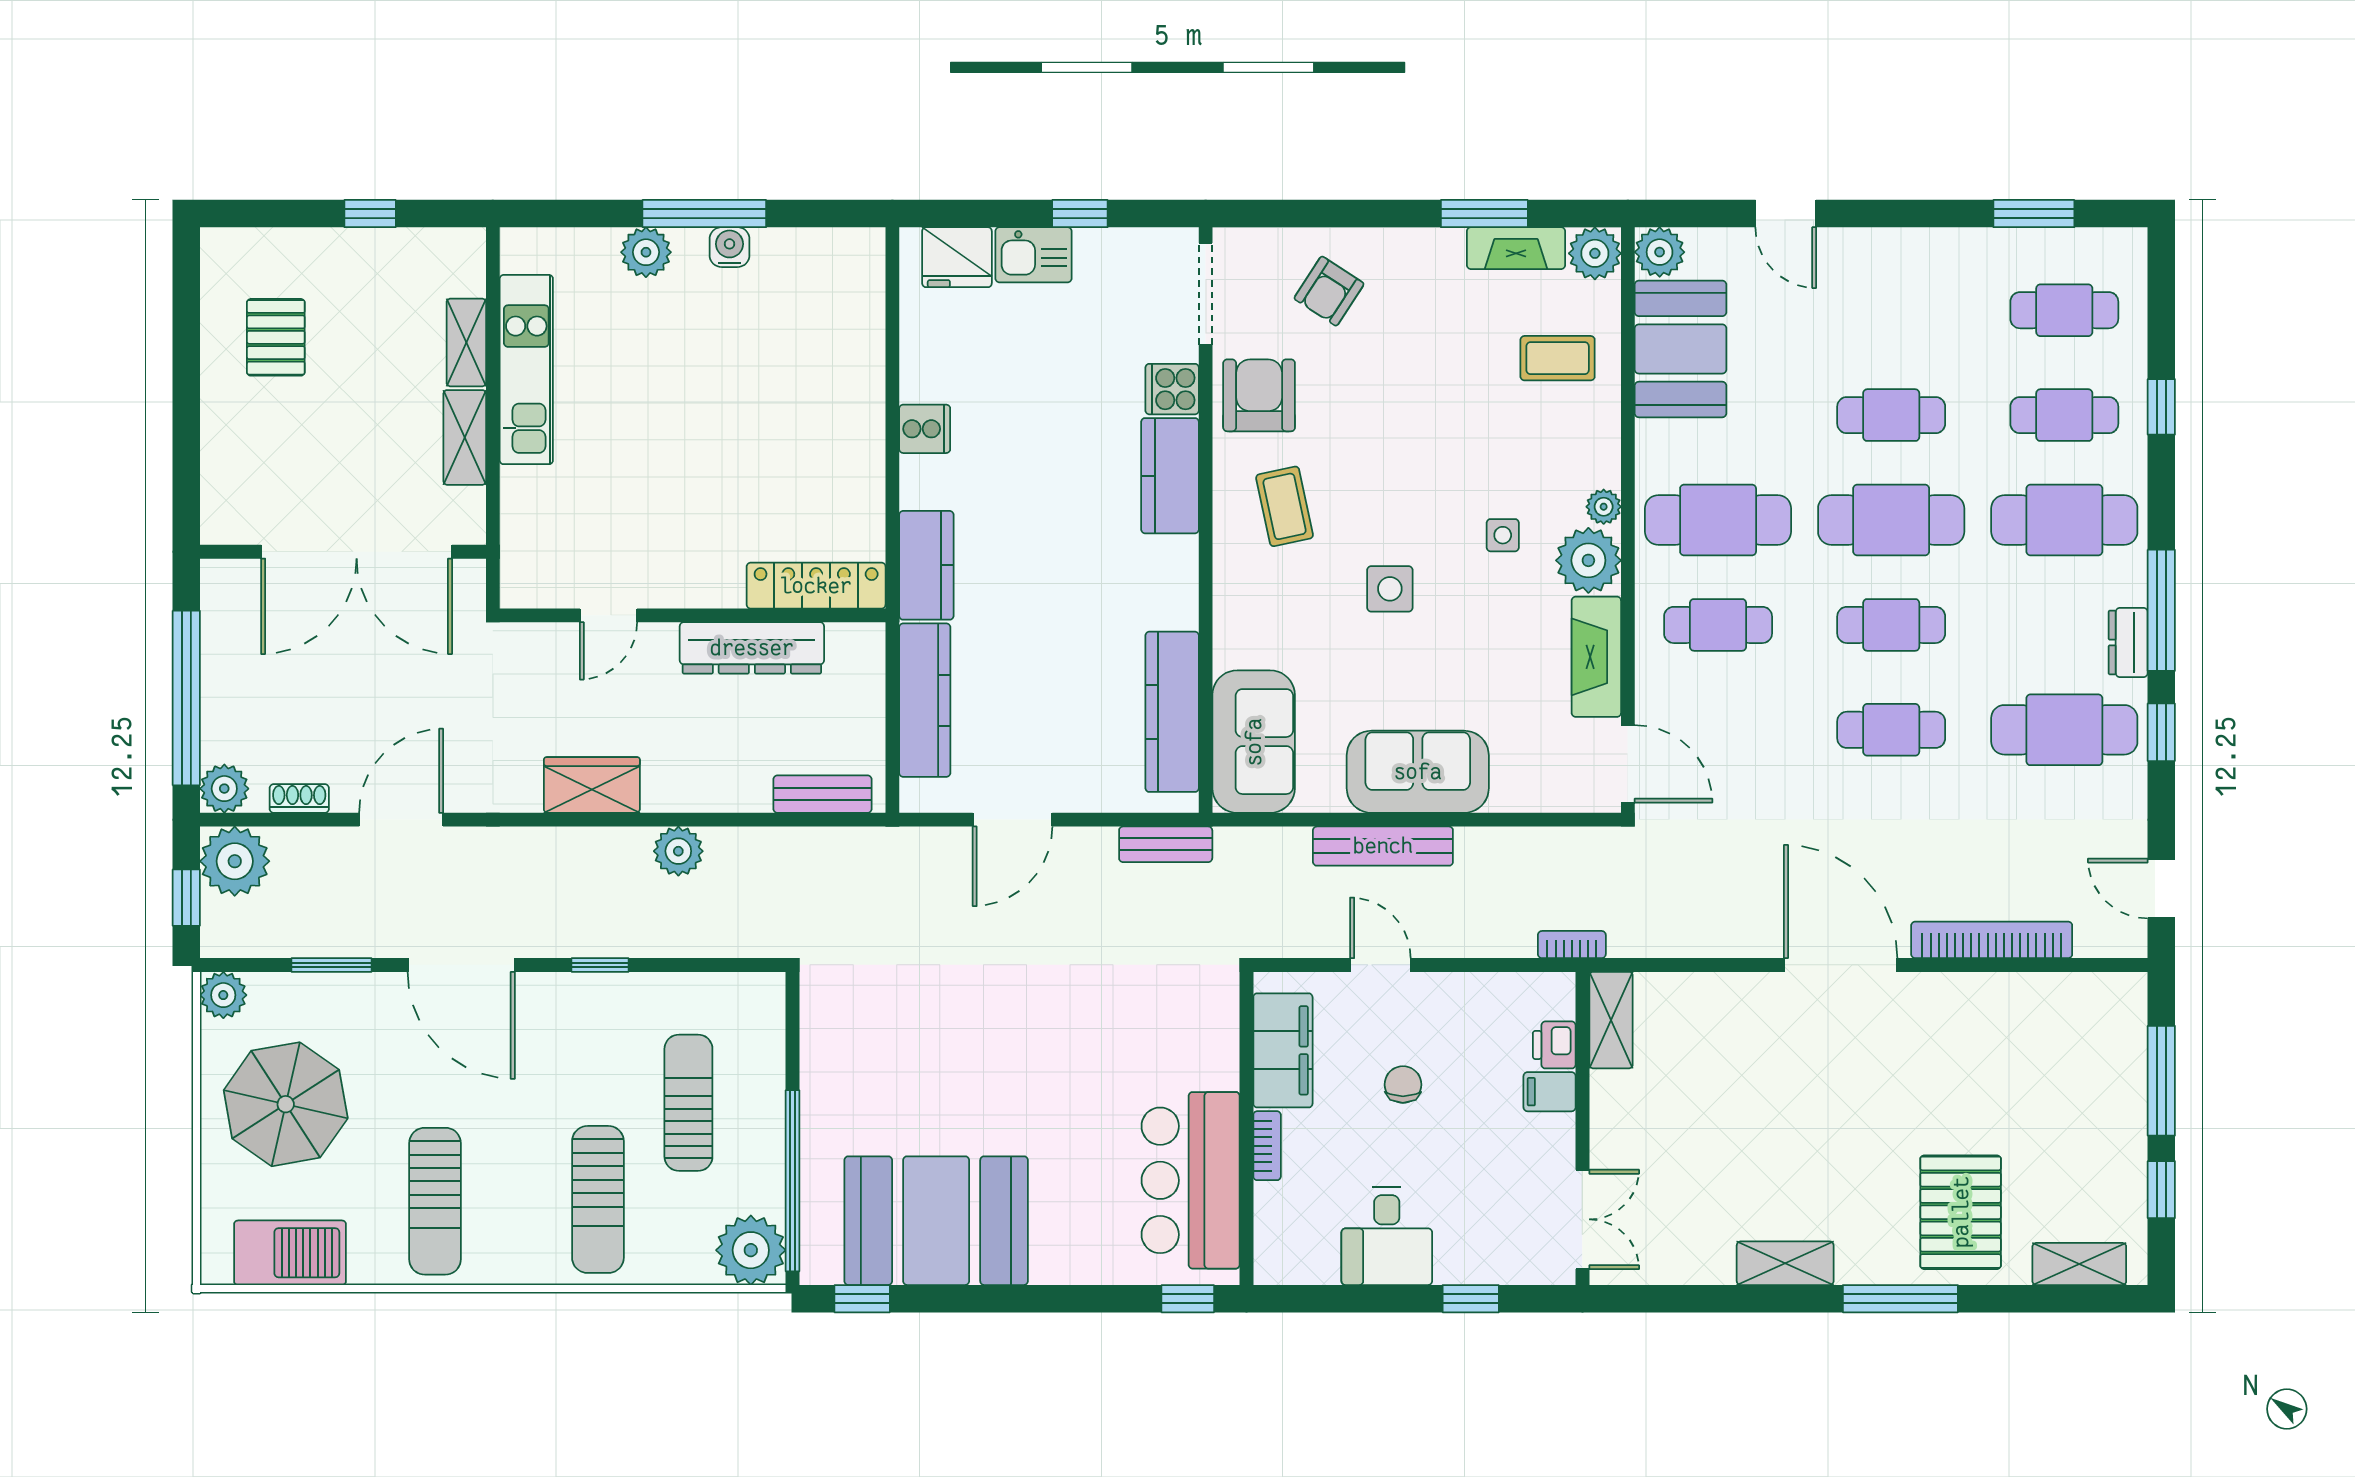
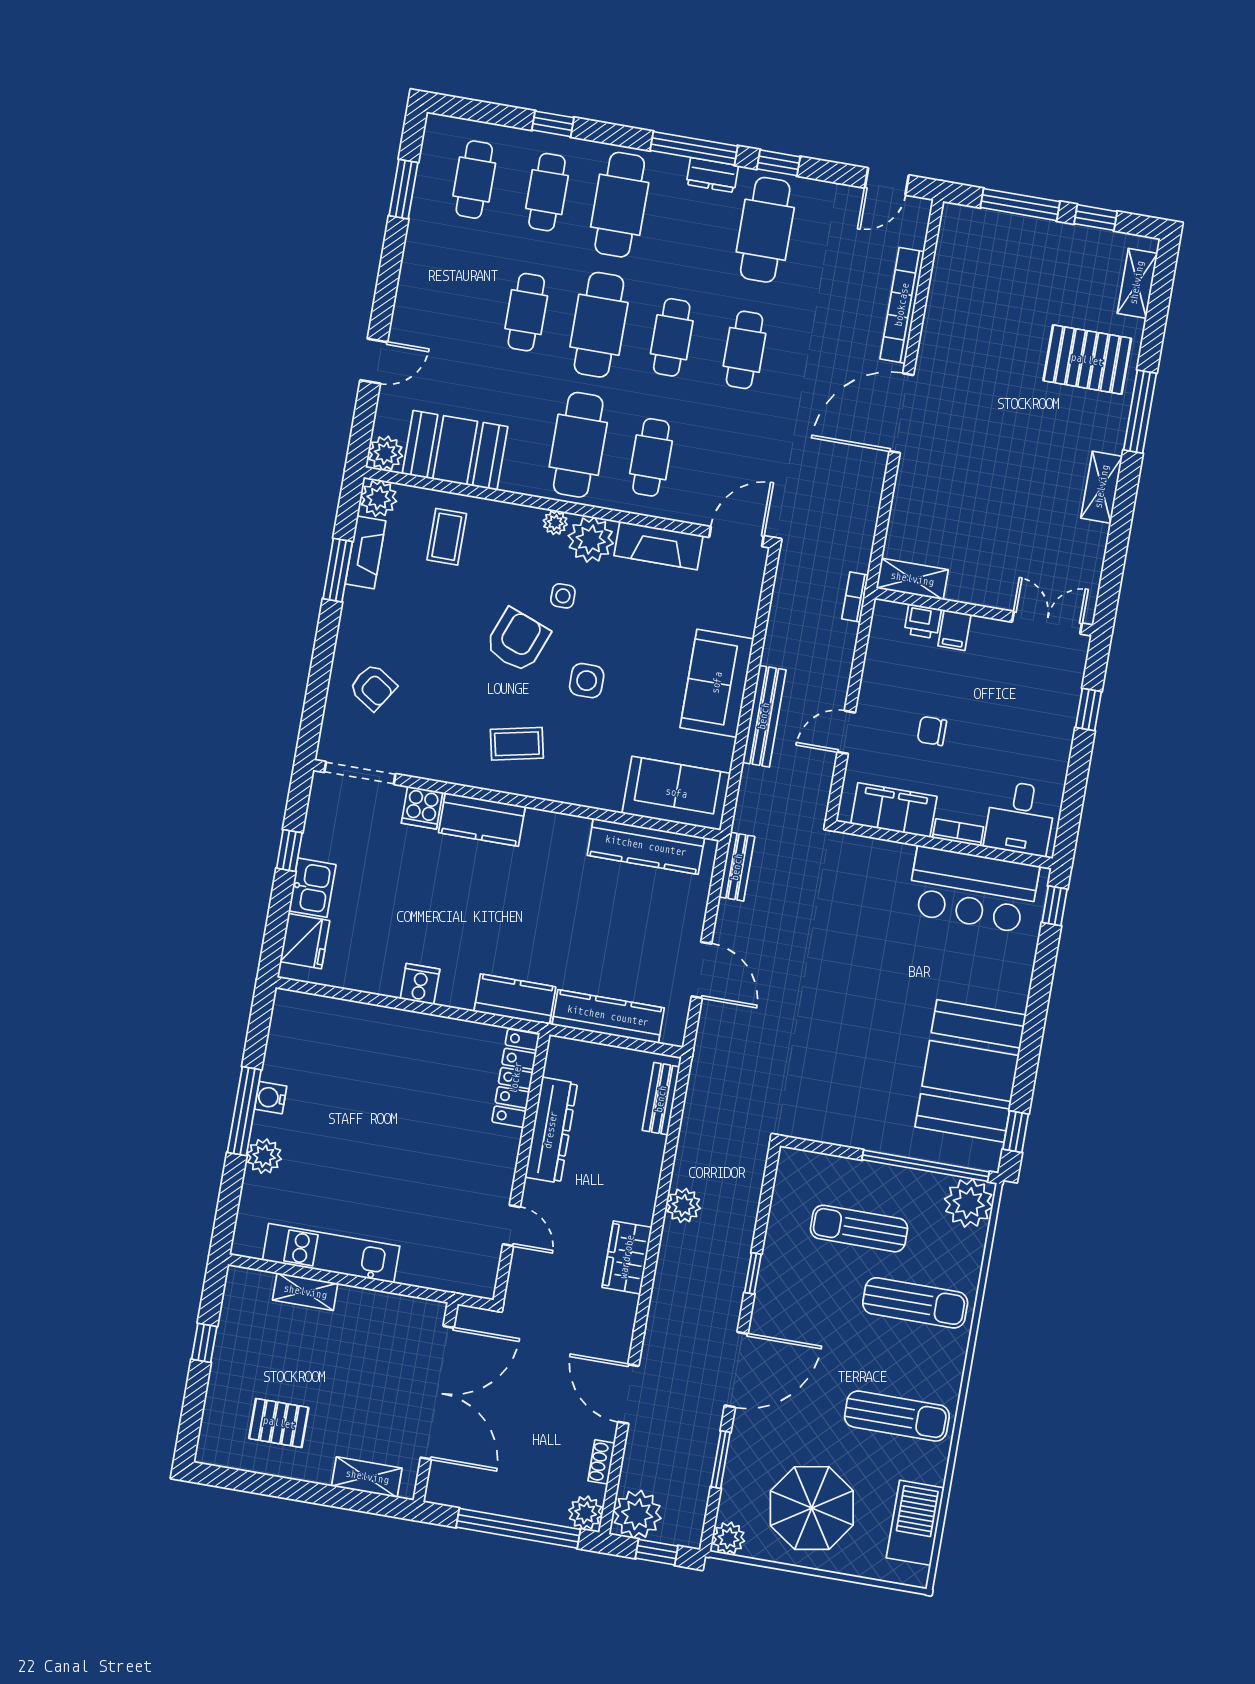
armchair: (1259, 395) -> (517, 640), moved, turned 111
shelving: (465, 437) -> (367, 1477), moved
desk: (1387, 1236) -> (1020, 818), moved, turned 90

